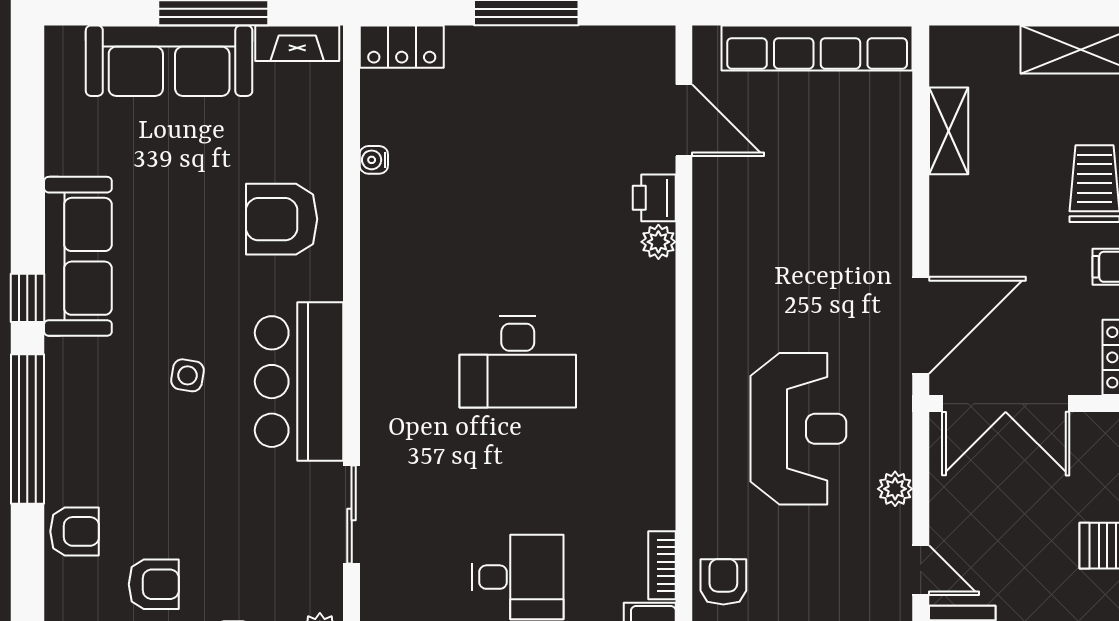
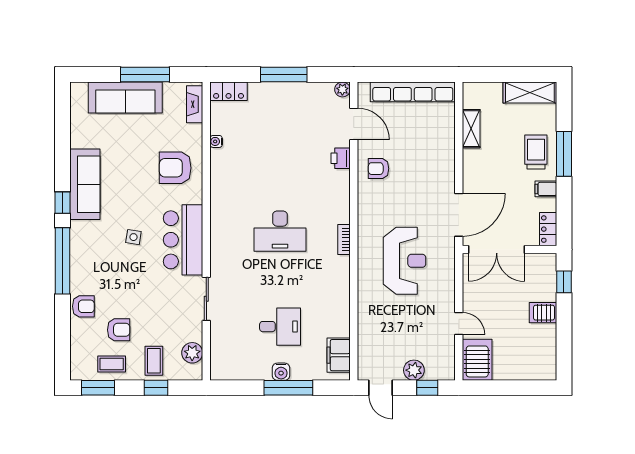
fireplace: (297, 43) -> (195, 104), moved, turned 90
plant: (658, 242) -> (342, 89), moved
plant: (895, 489) -> (447, 287), removed
bookcase: (662, 565) -> (344, 240), moved
armchair: (723, 582) -> (379, 169), moved, turned -90

